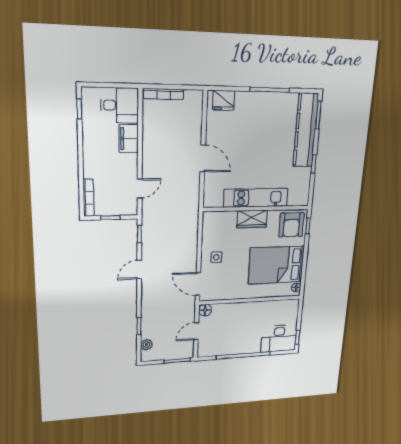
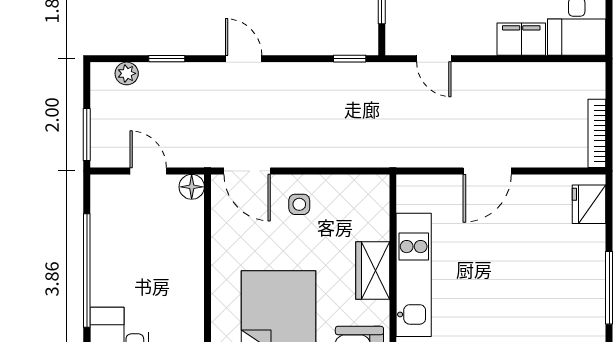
bookcase: (164, 94) -> (597, 133), moved
door: (139, 270) -> (244, 59), moved
door: (198, 284) -> (247, 171), swing flipped

